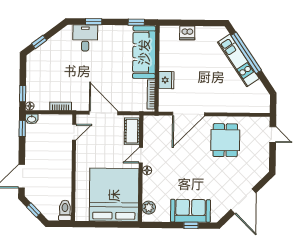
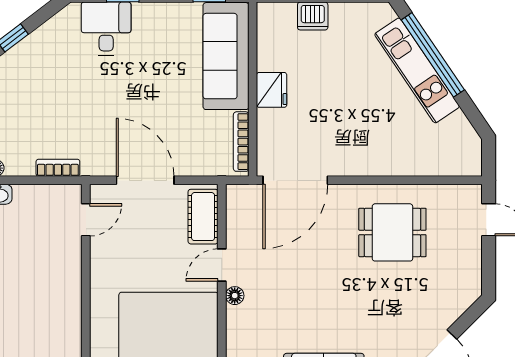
fridge: (166, 80) -> (272, 90), moved
door: (189, 114) -> (295, 180), moved
dining table: (225, 140) -> (392, 232), turned 90

